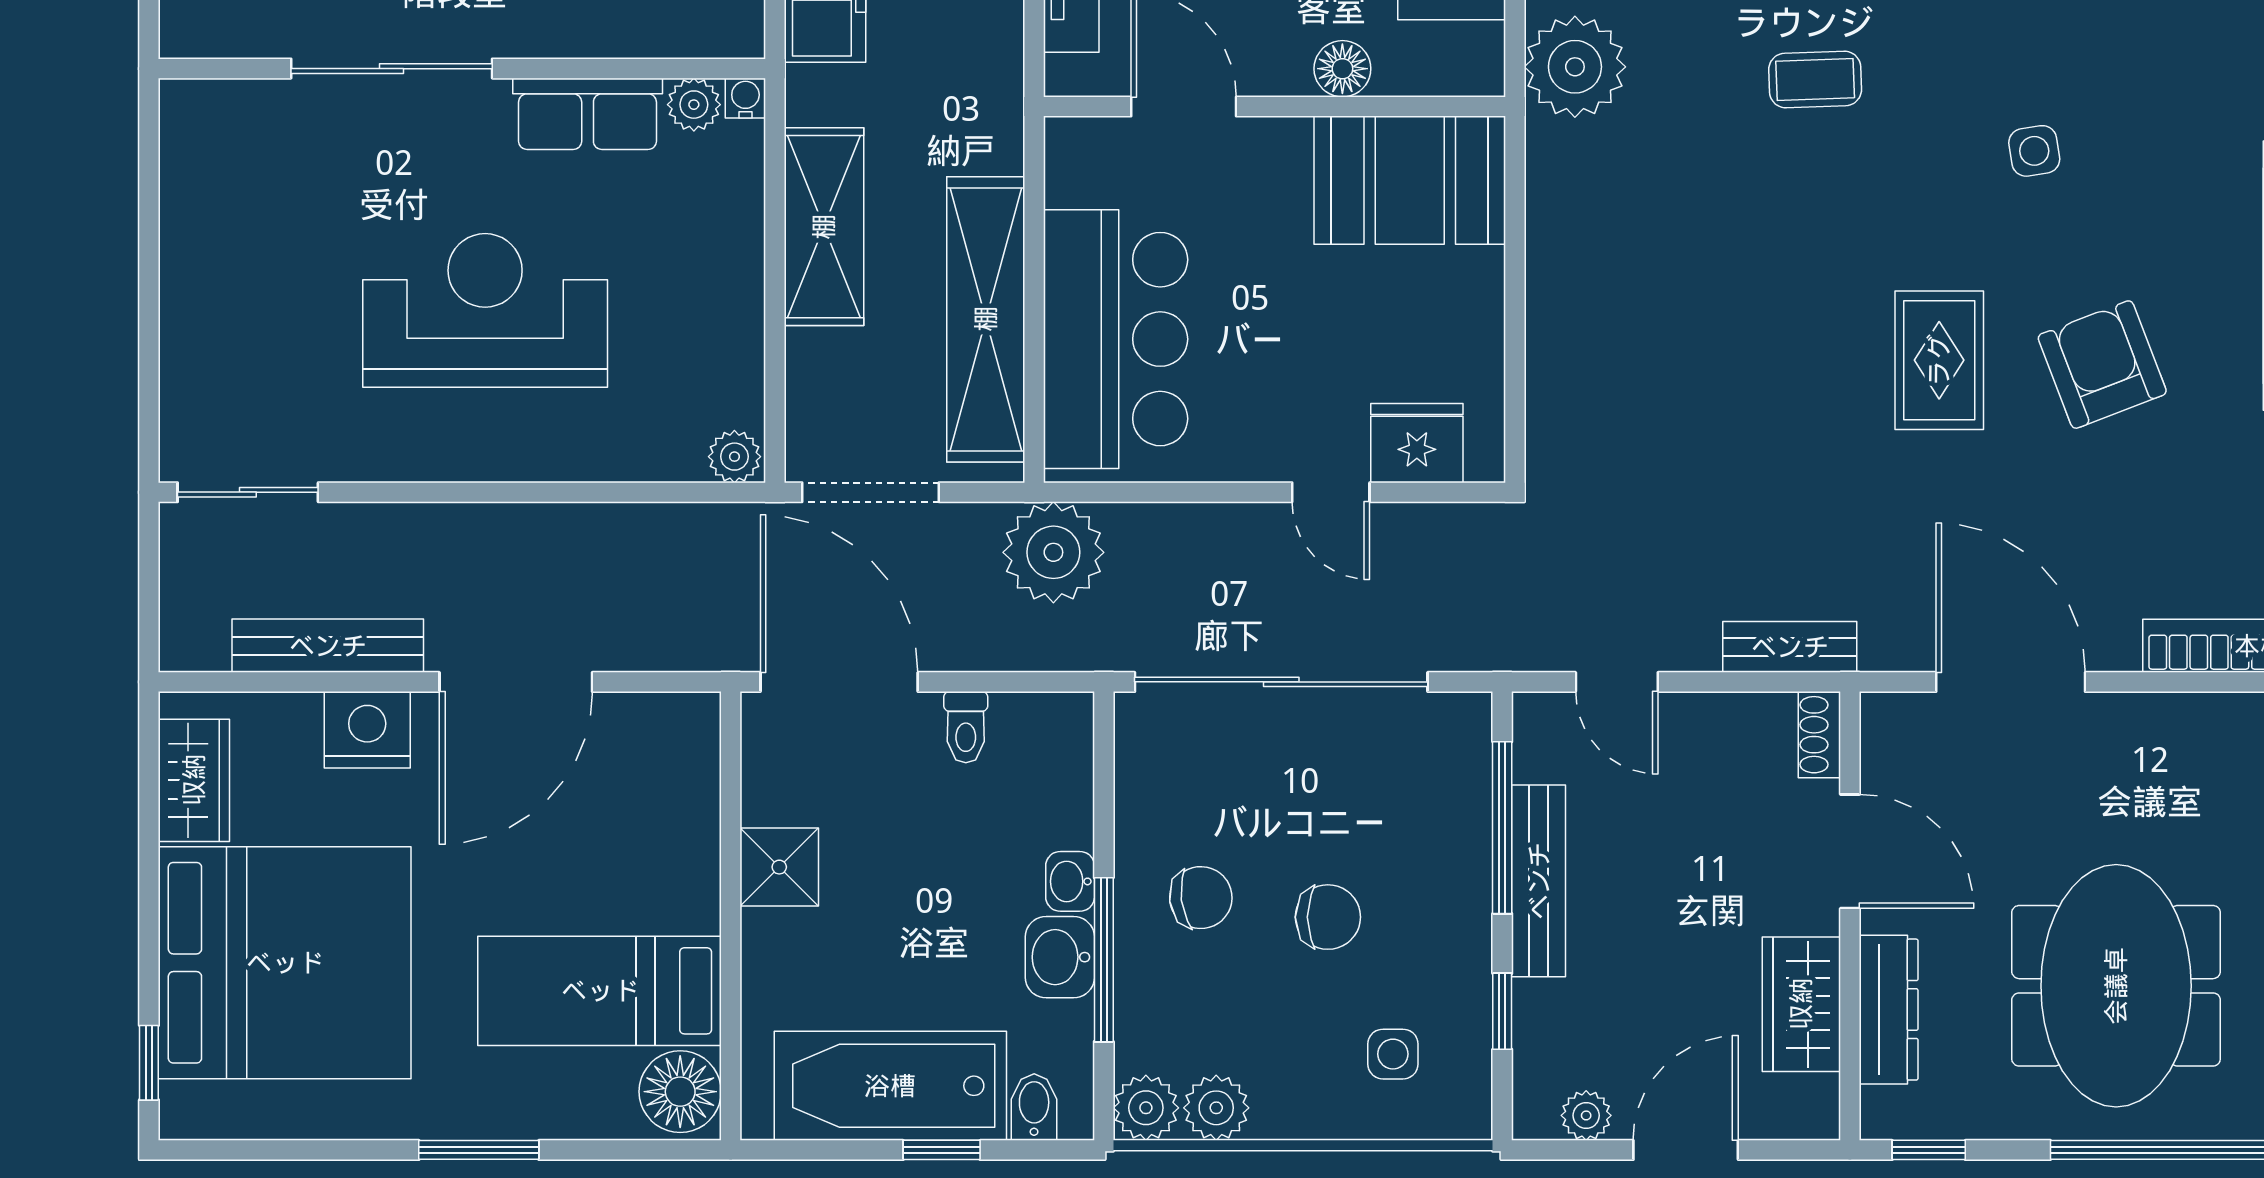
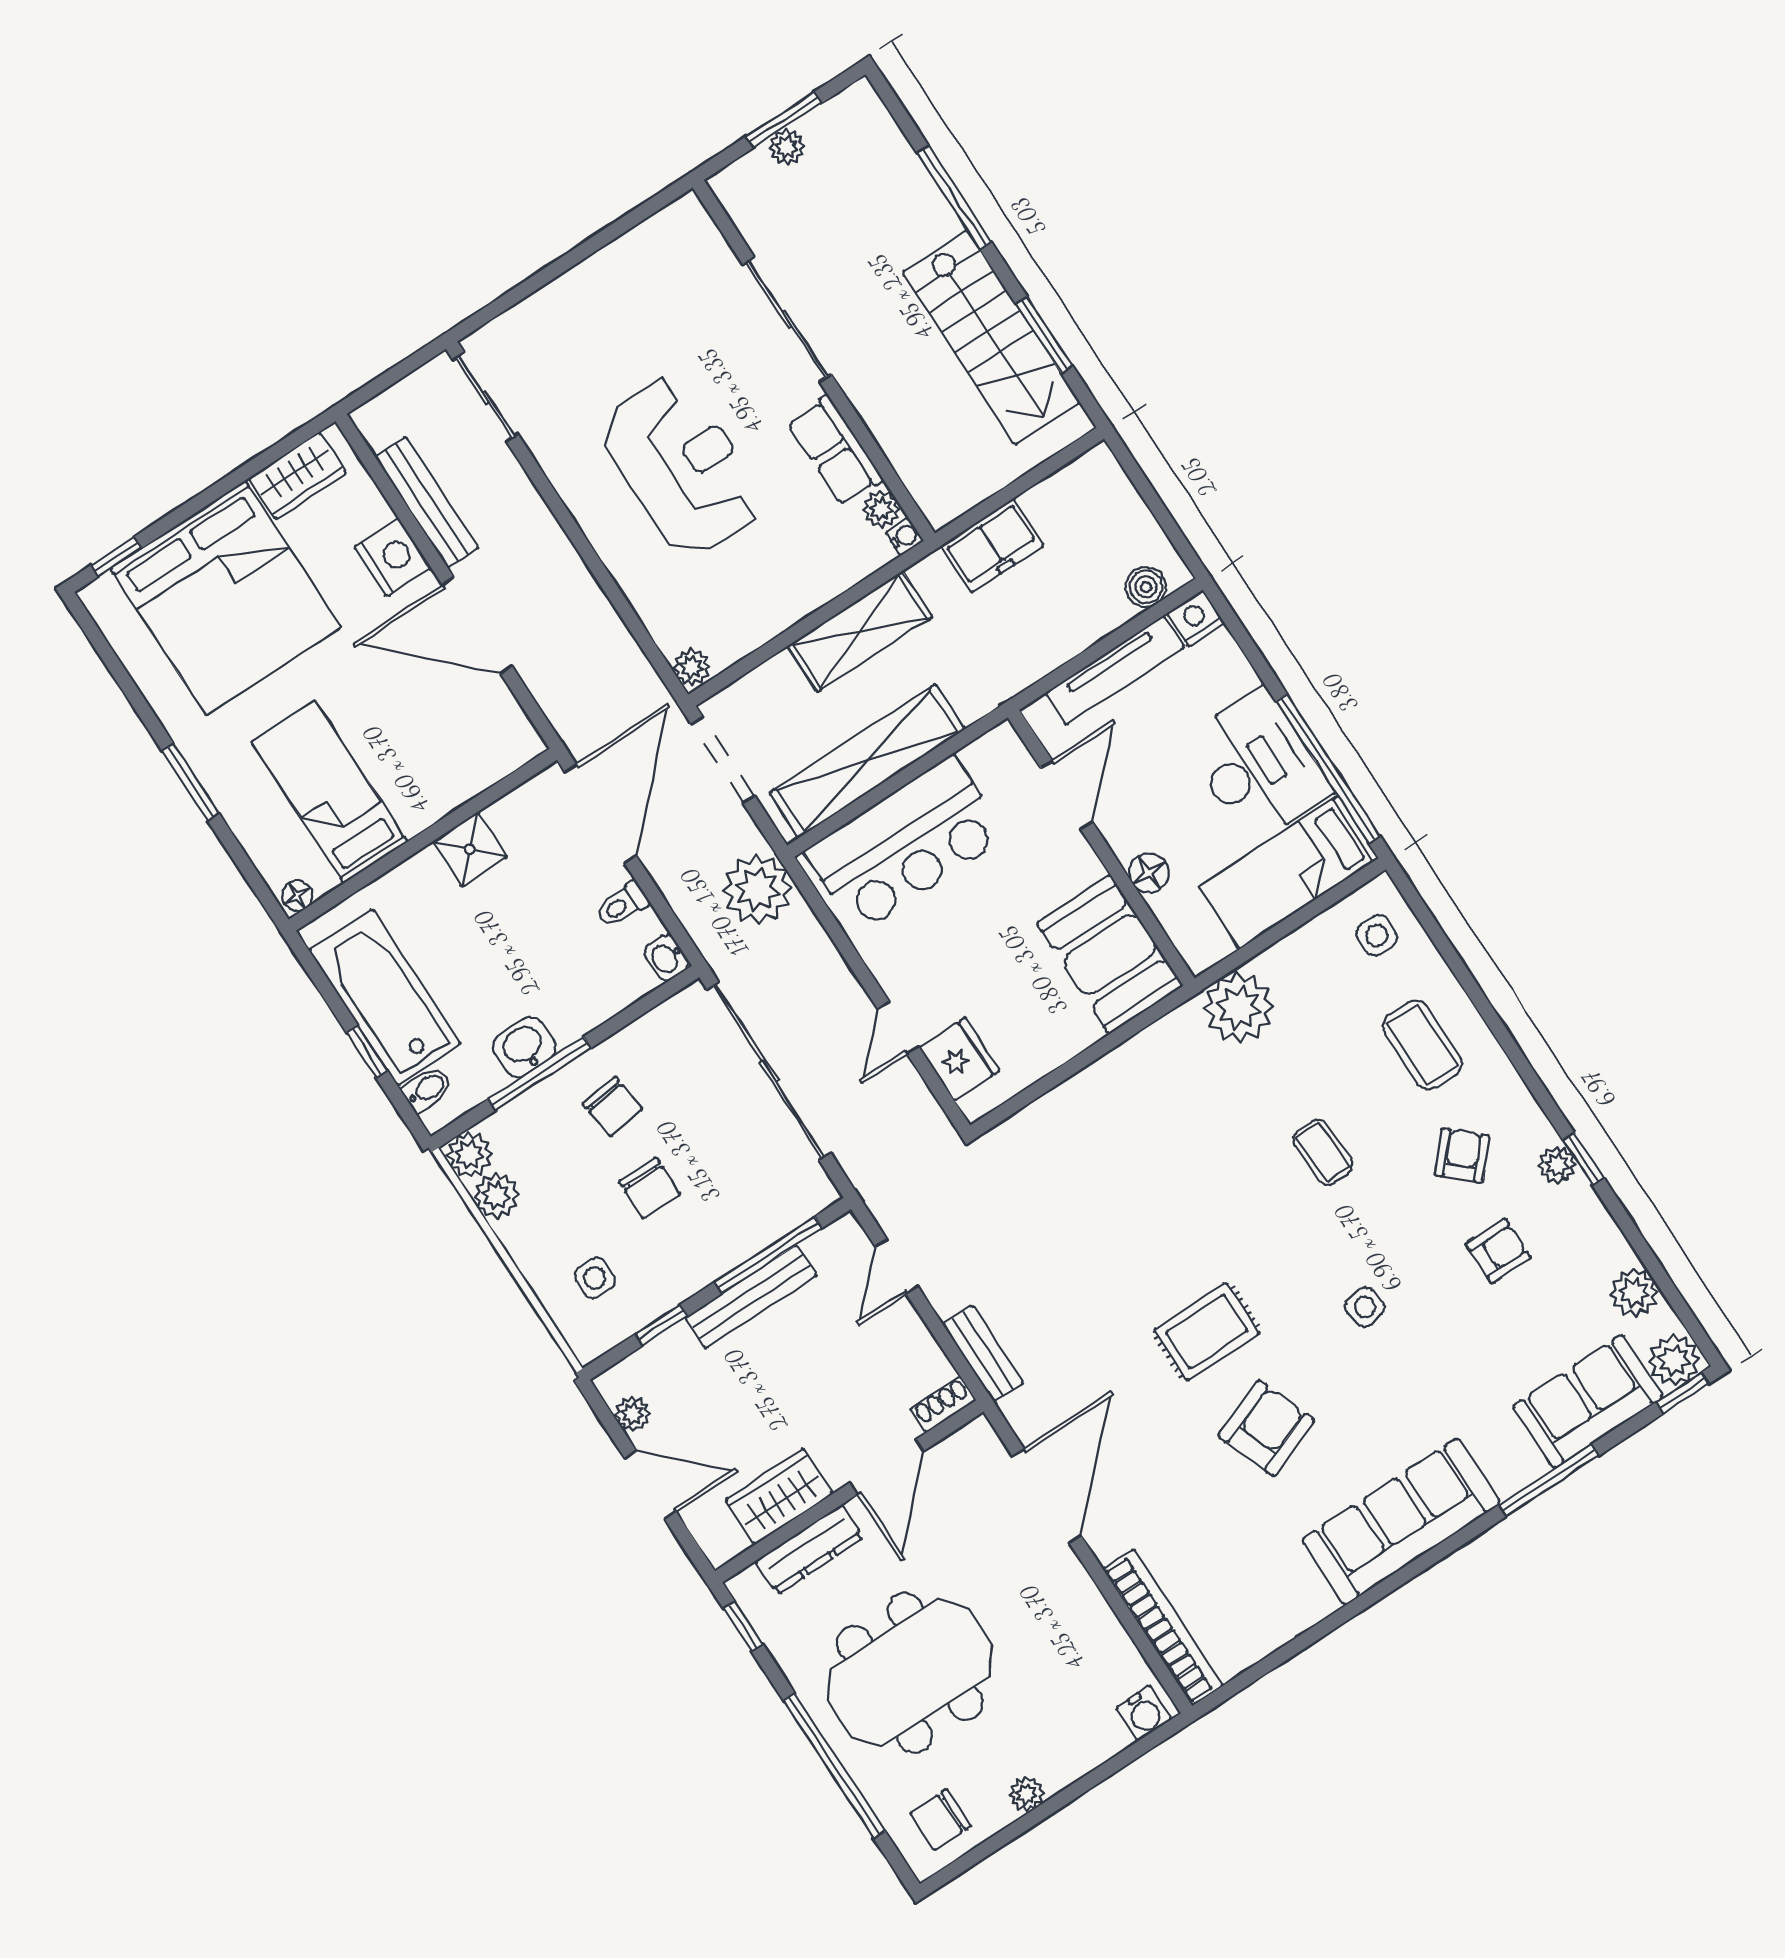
washbasin: (1070, 881) -> (667, 958), moved, turned -90
floor lamp: (680, 1092) -> (297, 896), width x0.53, depth x0.53

